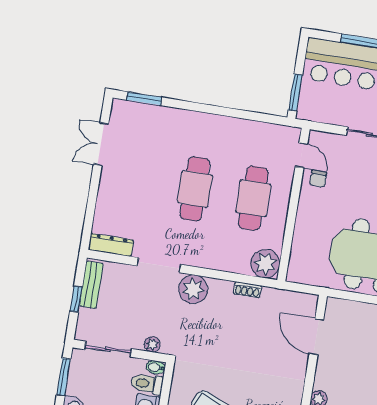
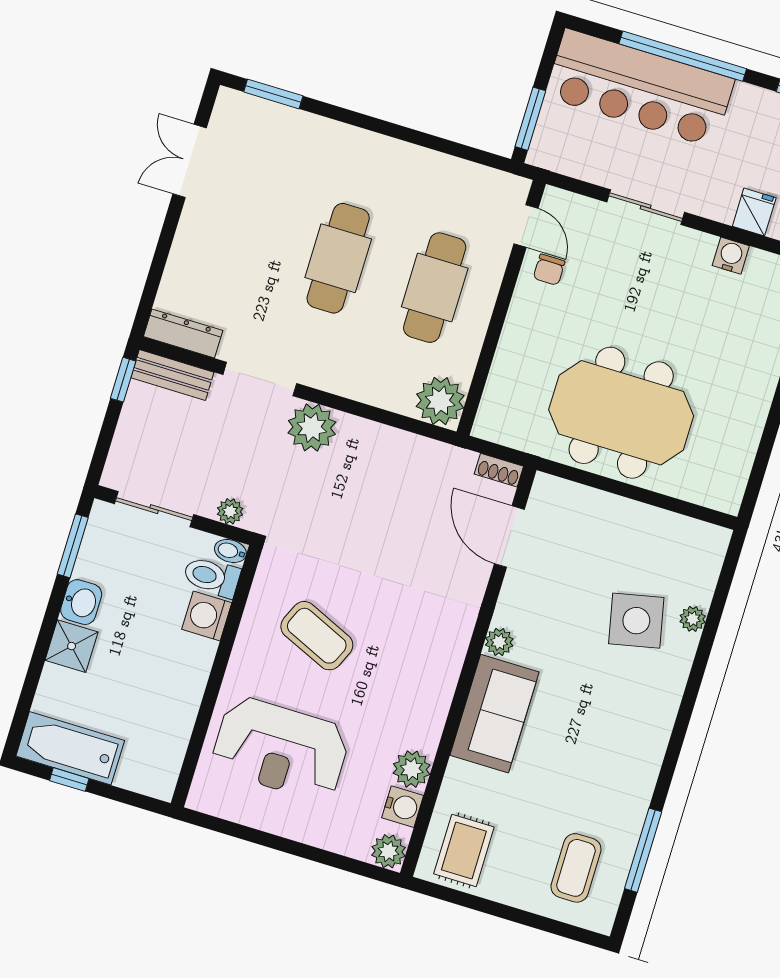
bench: (91, 285) -> (172, 375), moved, turned 90
shoe rack: (247, 290) -> (499, 470), moved
window: (76, 299) -> (123, 380), moved

